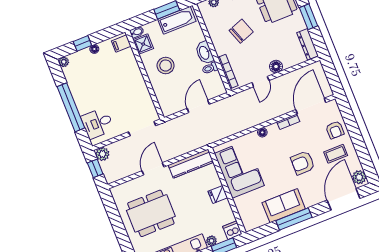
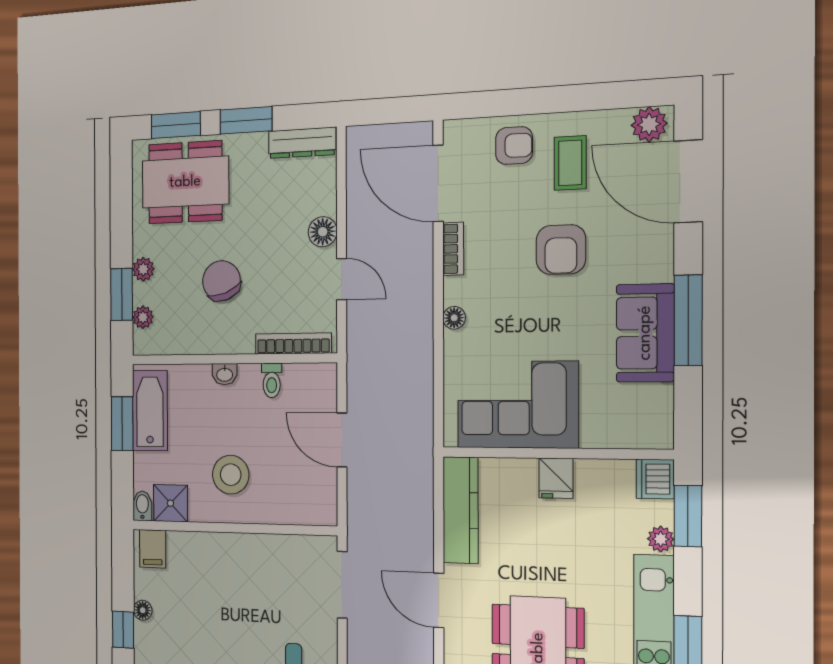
washbasin: (205, 53) -> (225, 374), width x0.52, depth x0.69

